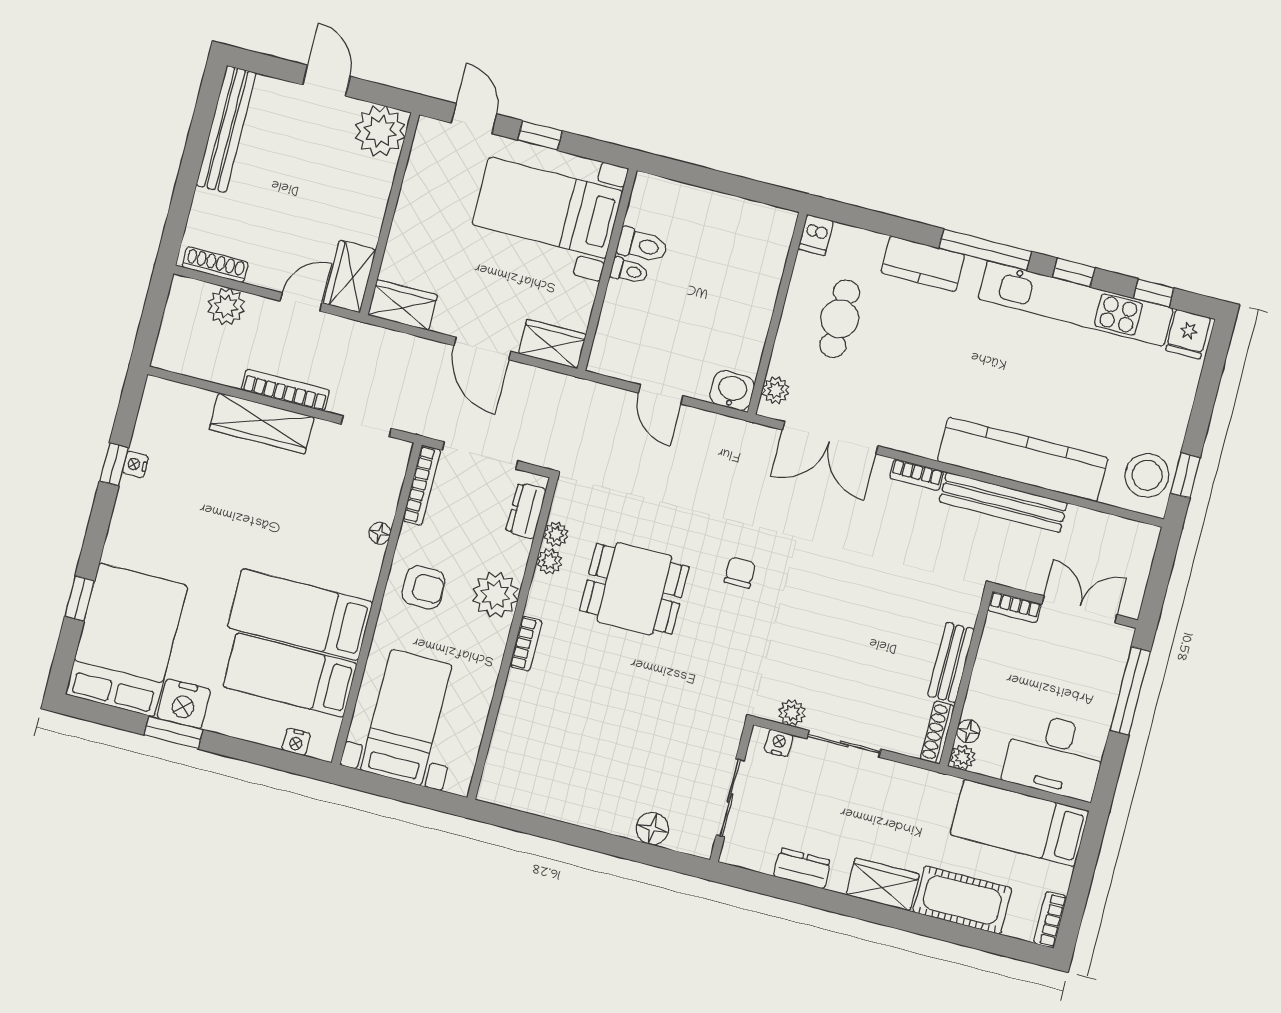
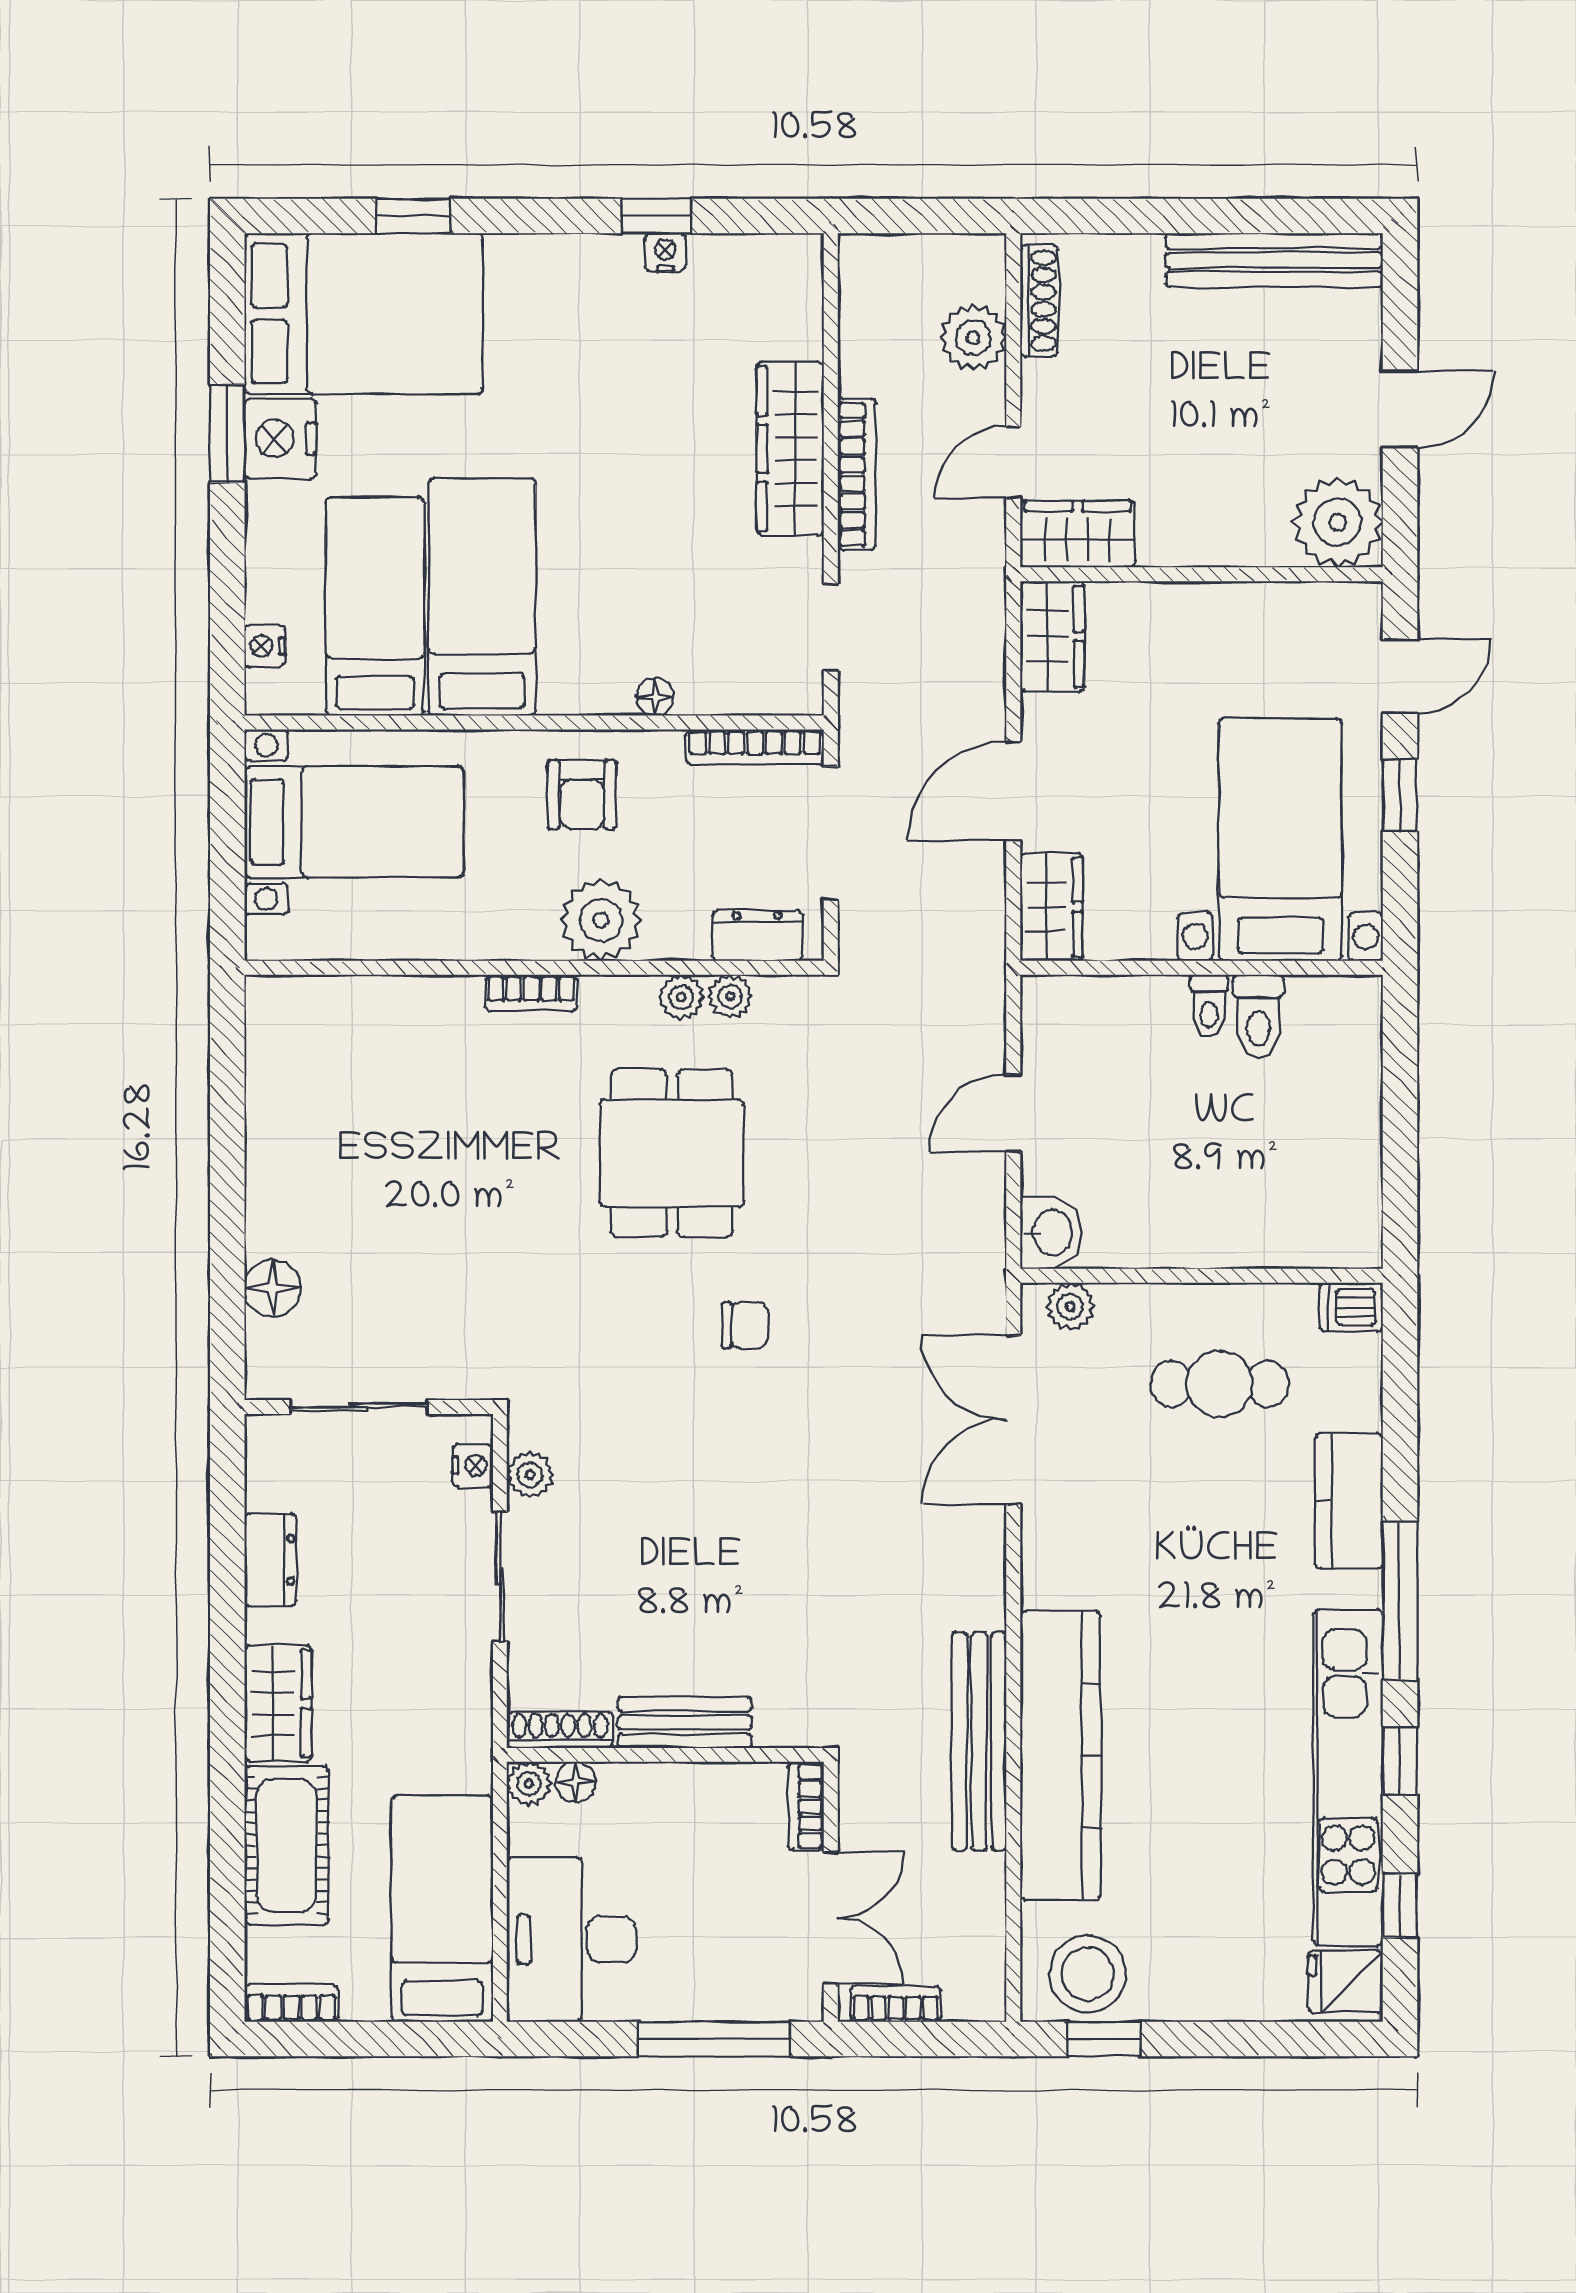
door: (301, 302) -> (1013, 462), swing flipped
bookcase: (917, 475) -> (896, 2004), moved, turned 90

